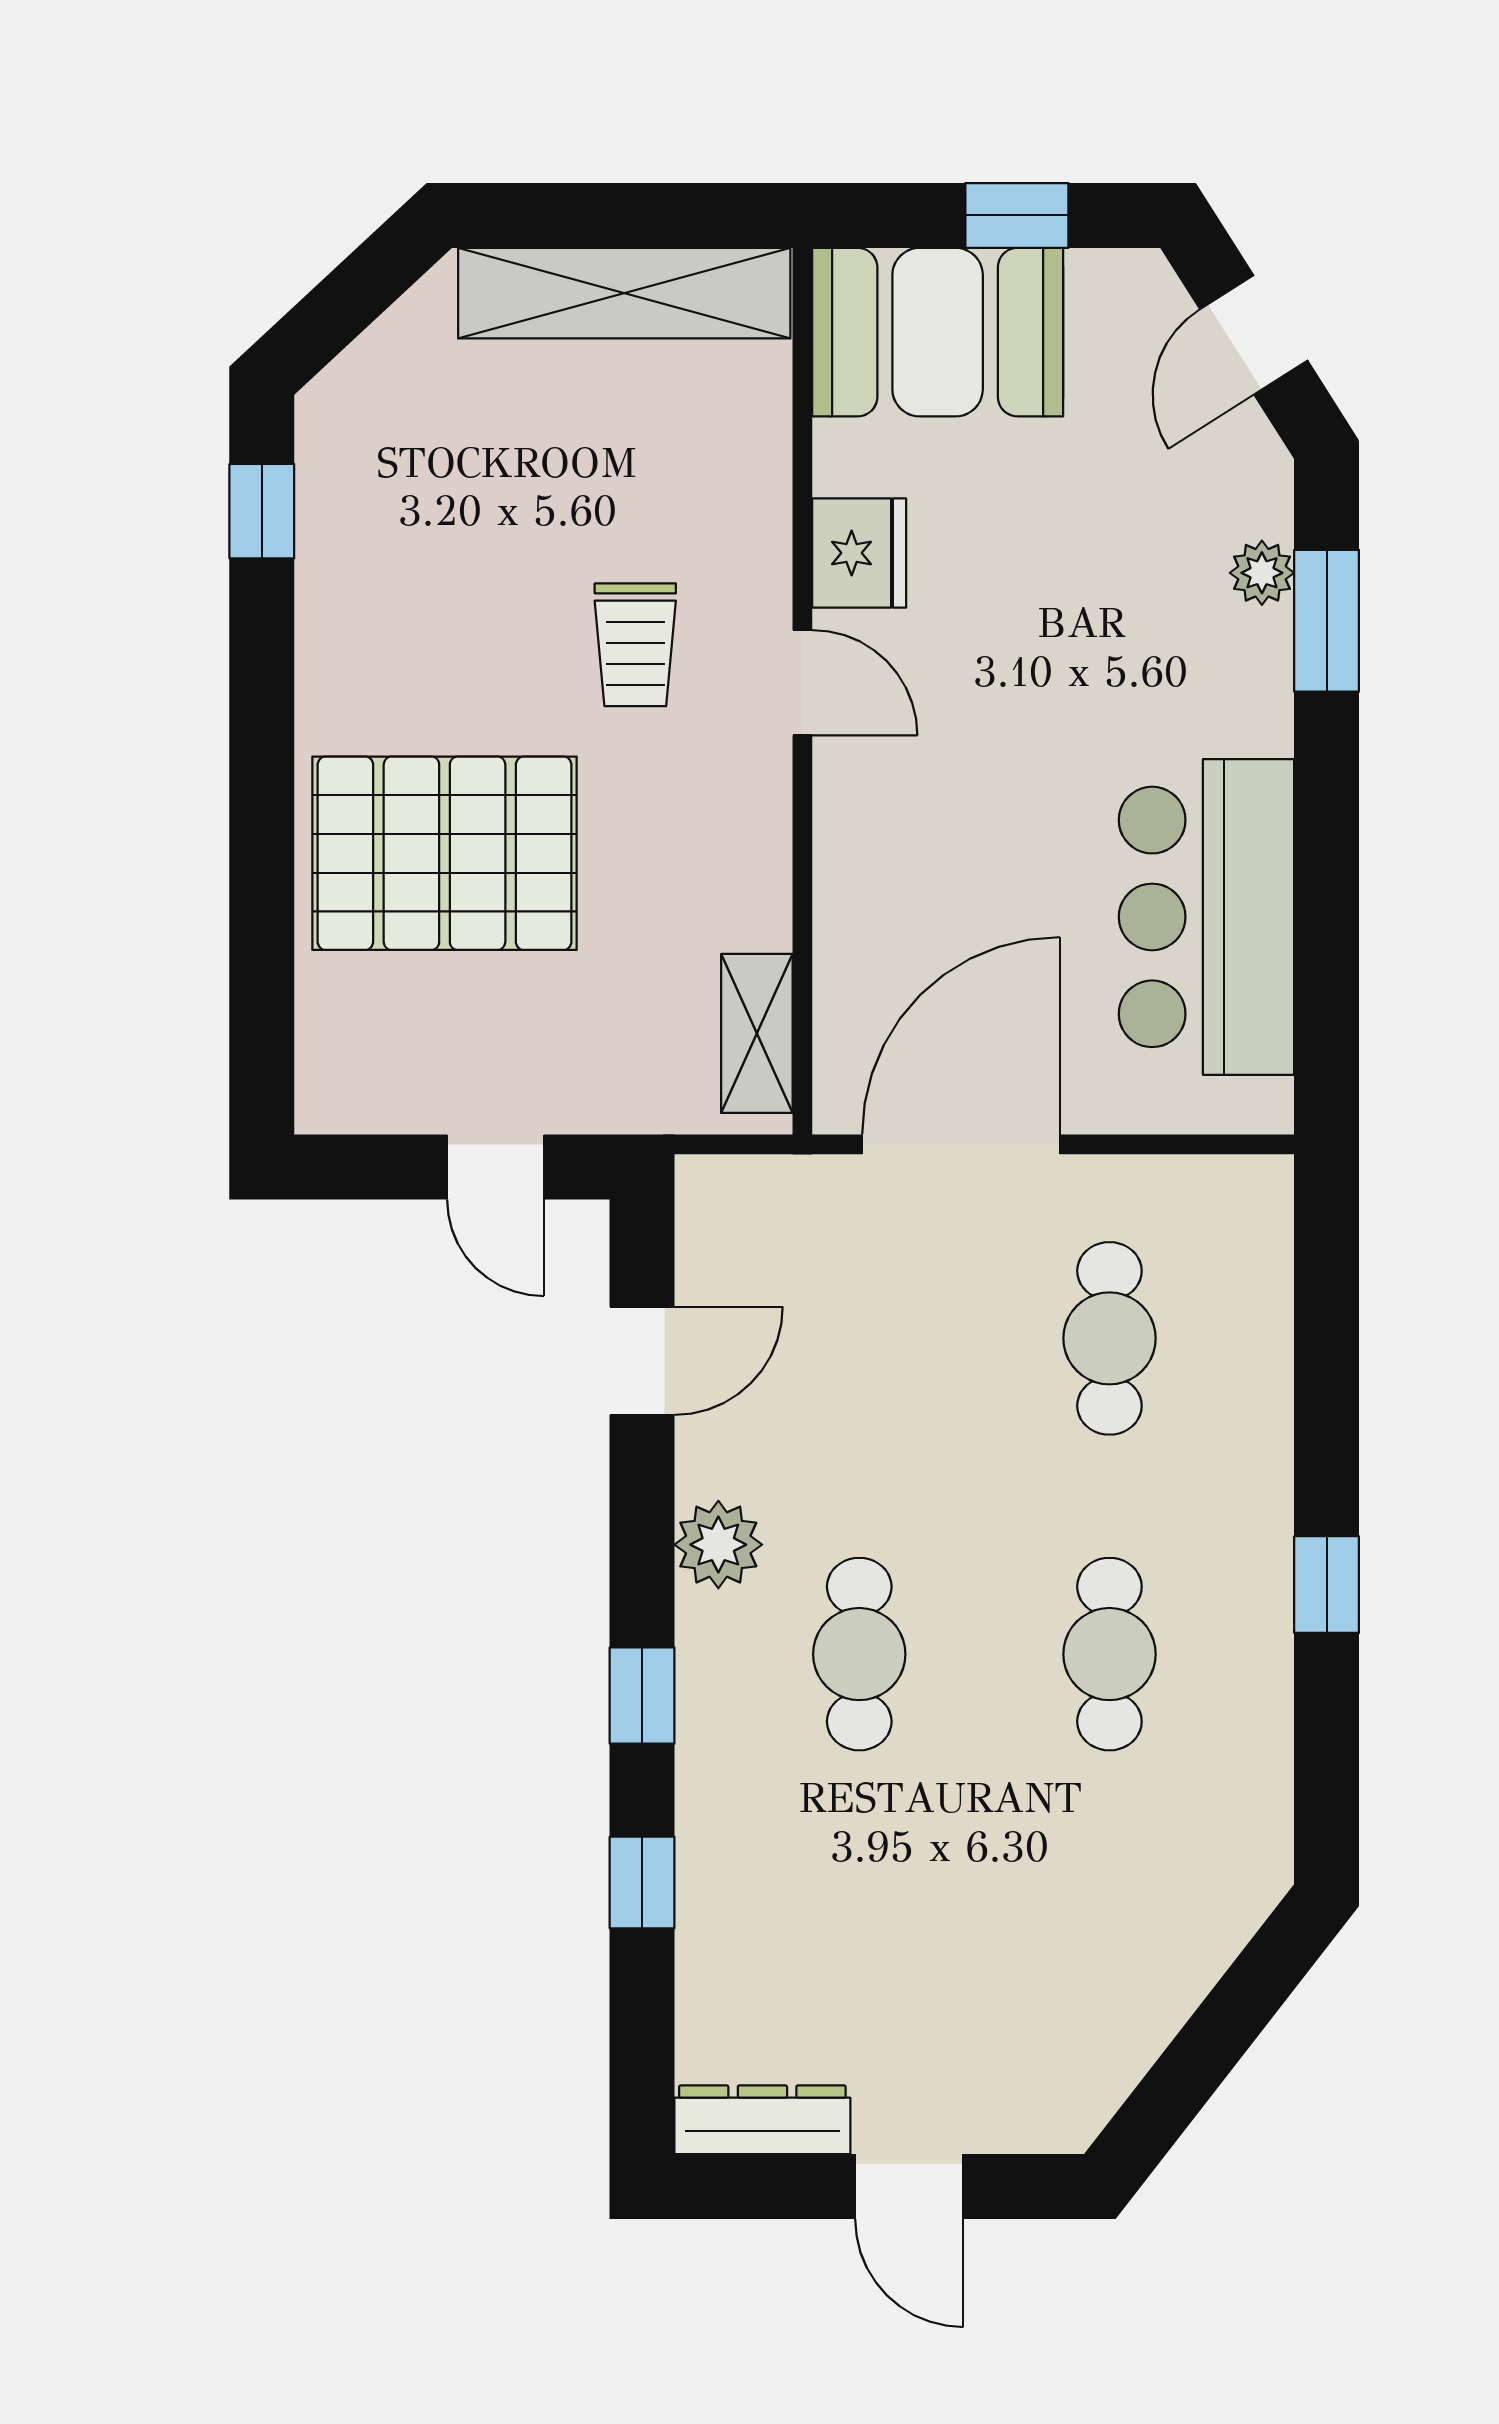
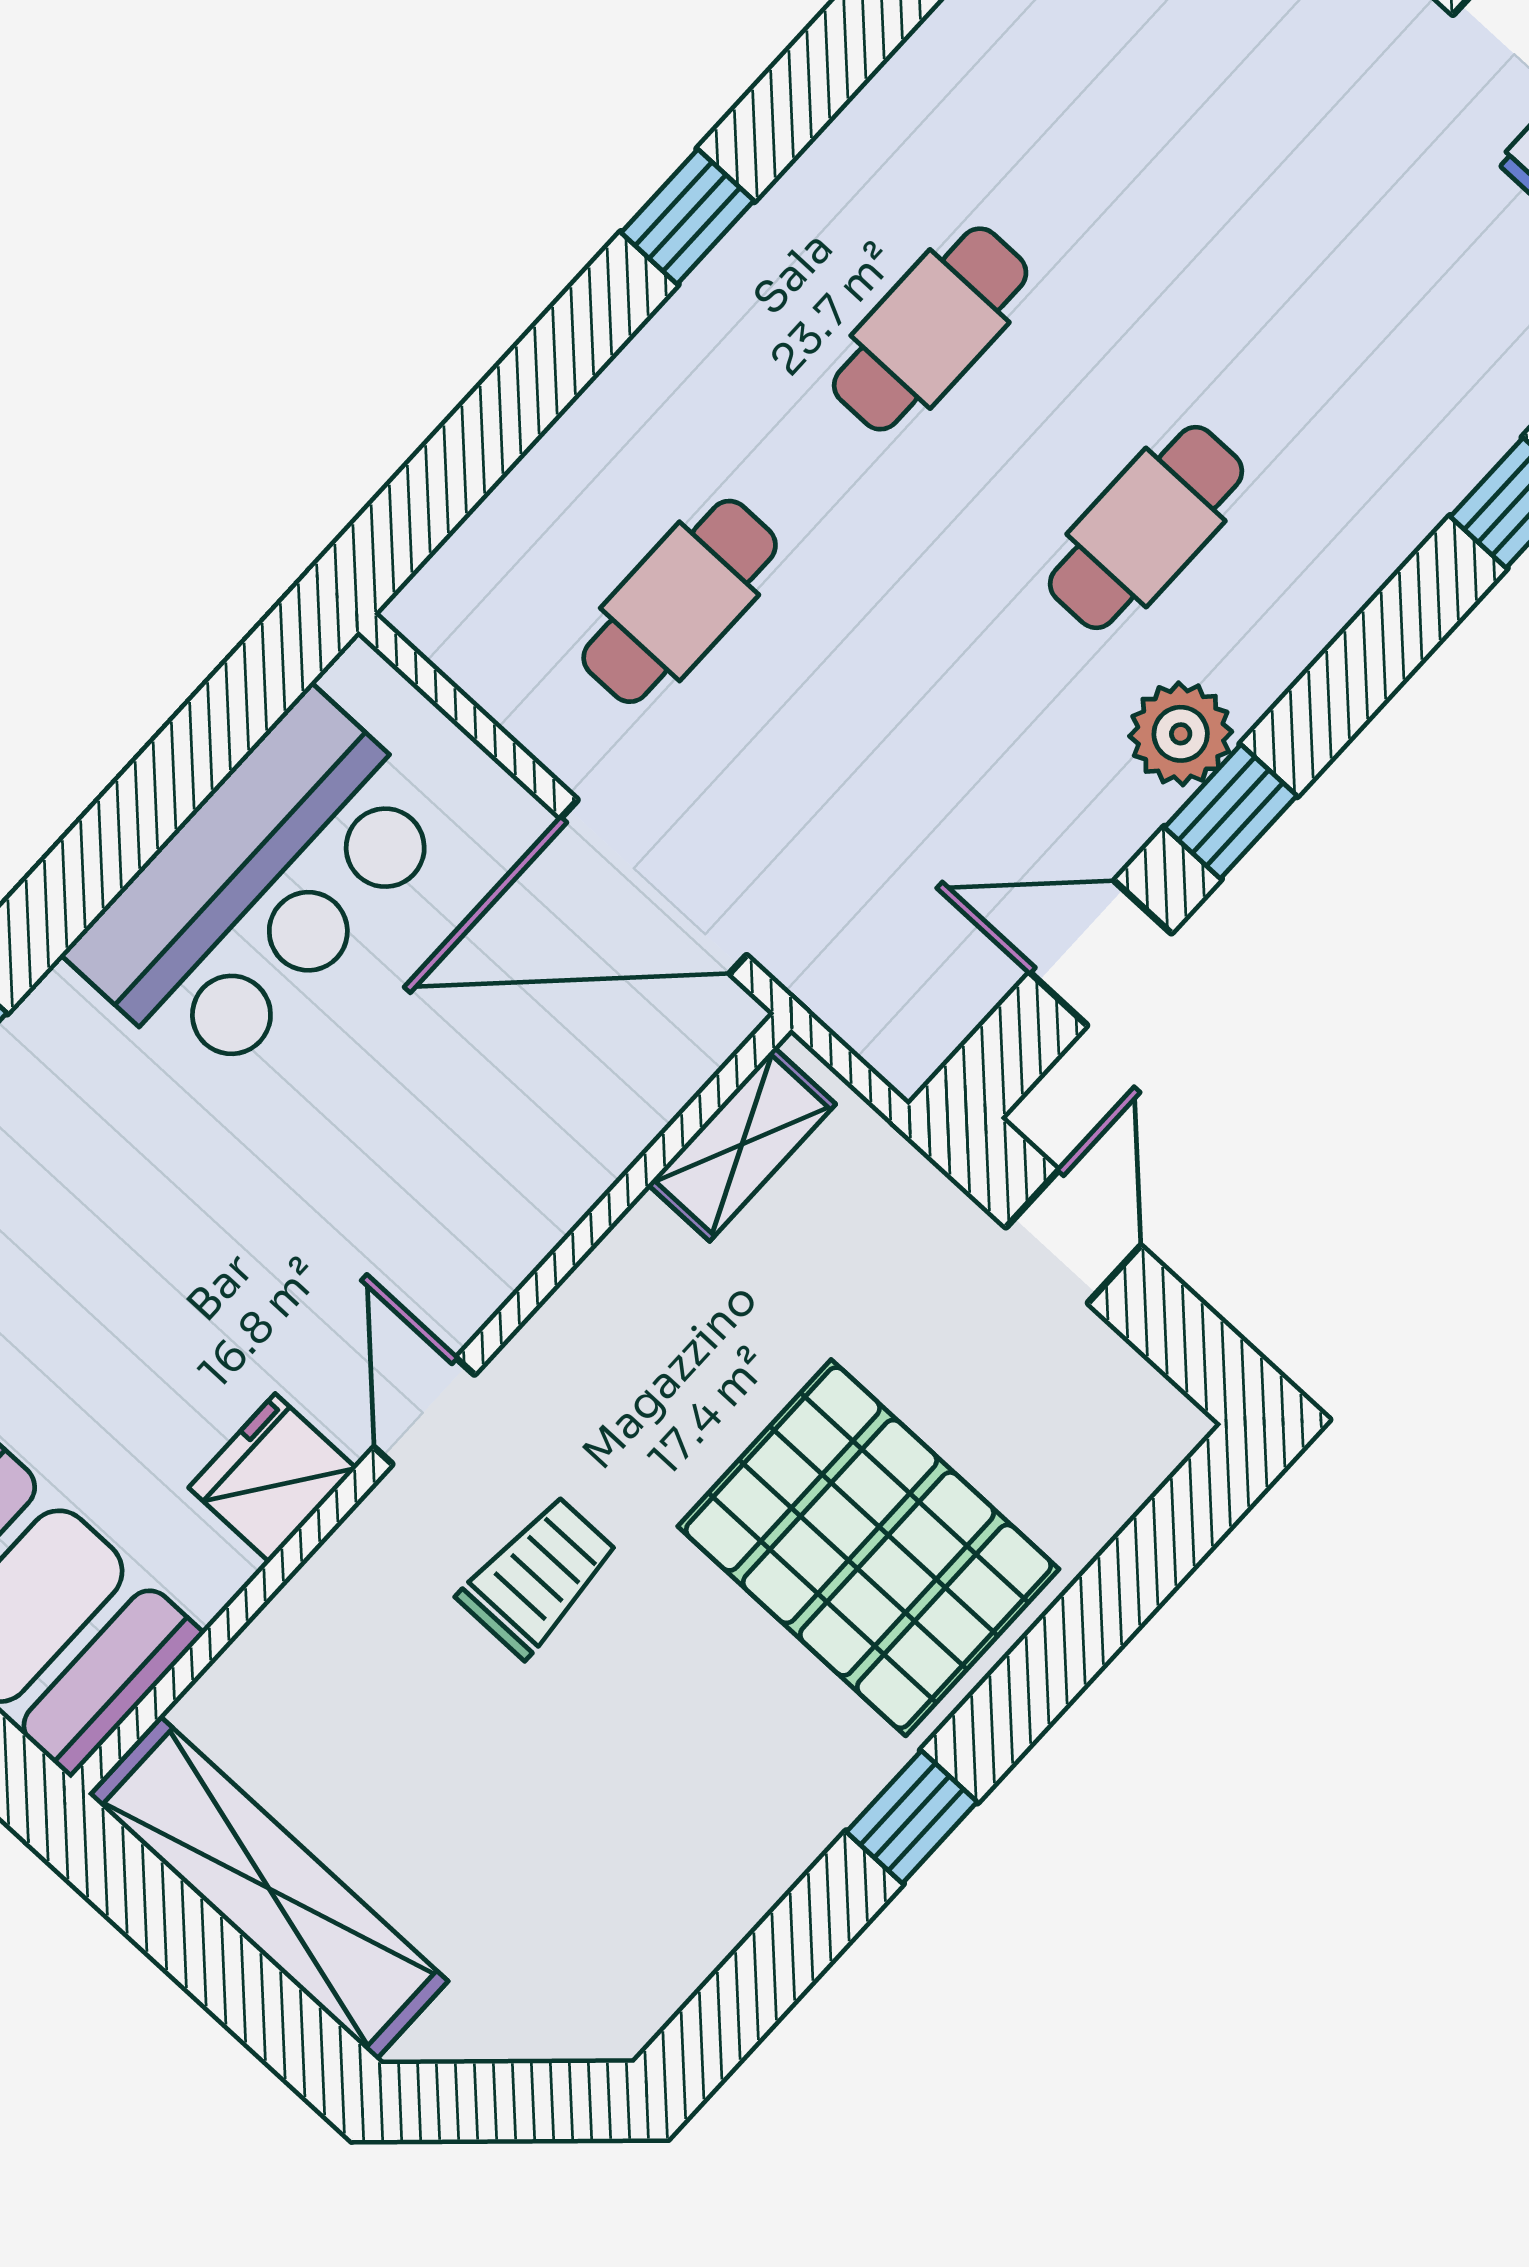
window: (262, 511) -> (912, 1817), moved
window: (642, 1696) -> (1231, 811), moved

